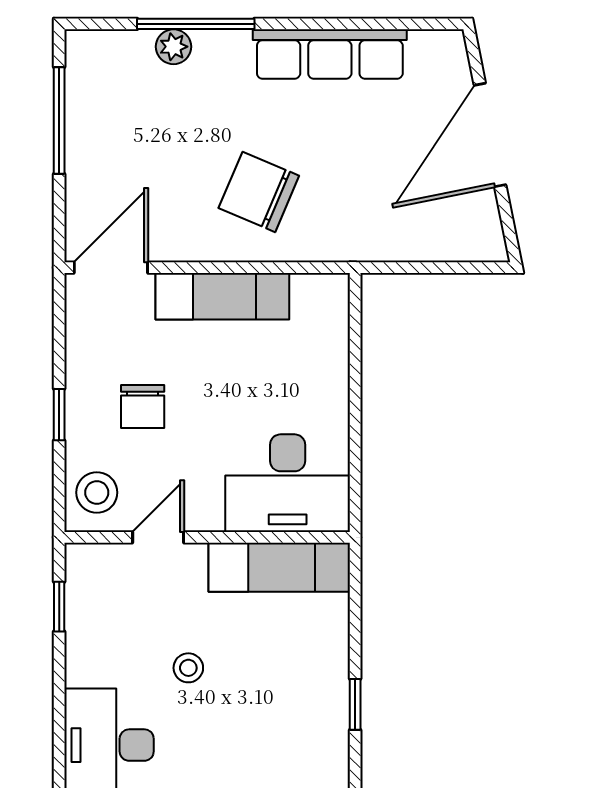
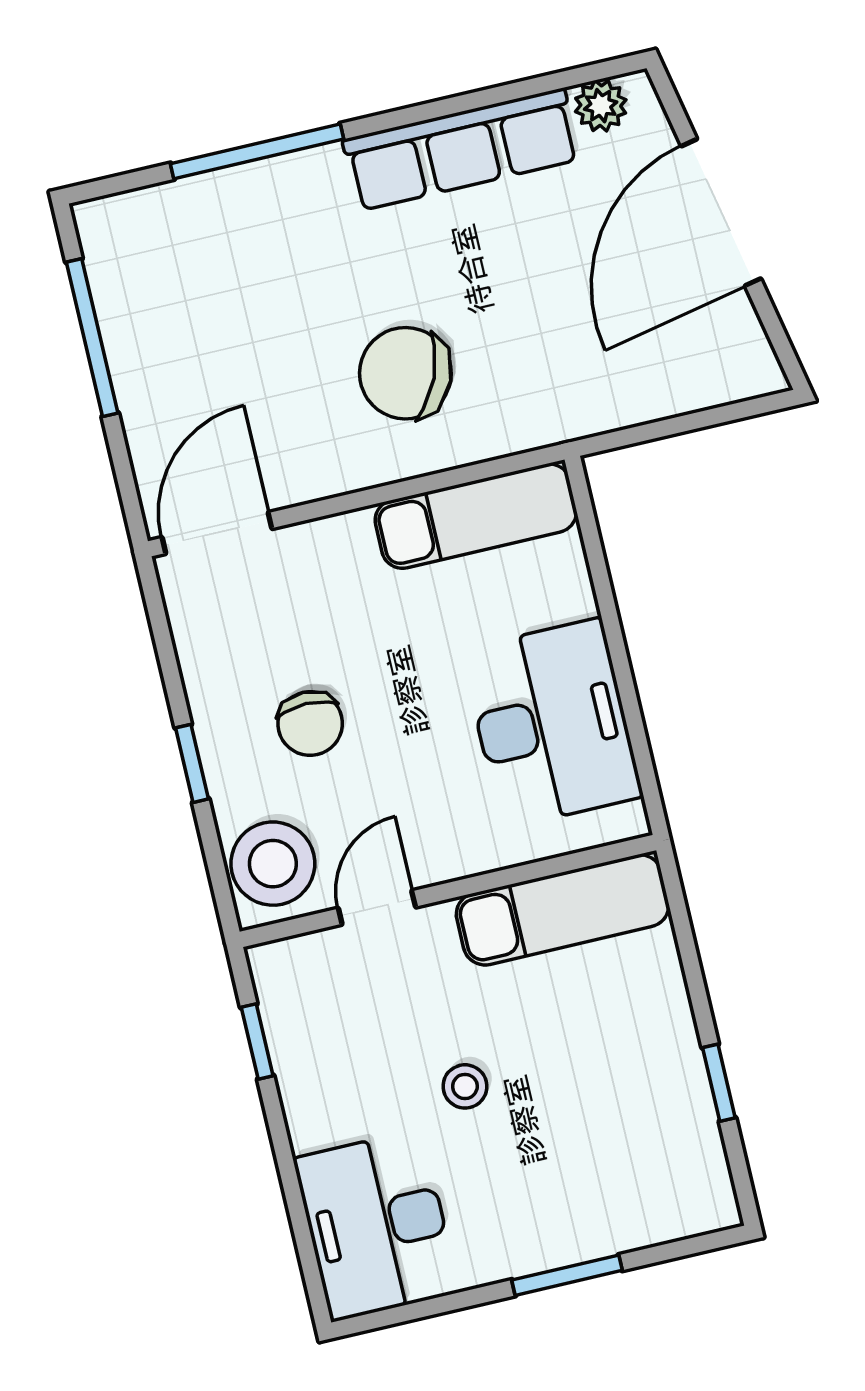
plant: (174, 47) -> (601, 106), moved
exam couch: (222, 296) -> (476, 516), moved
desk: (288, 483) -> (552, 723), moved, turned -90
stool: (97, 493) -> (273, 864), width x1.38, depth x1.38

